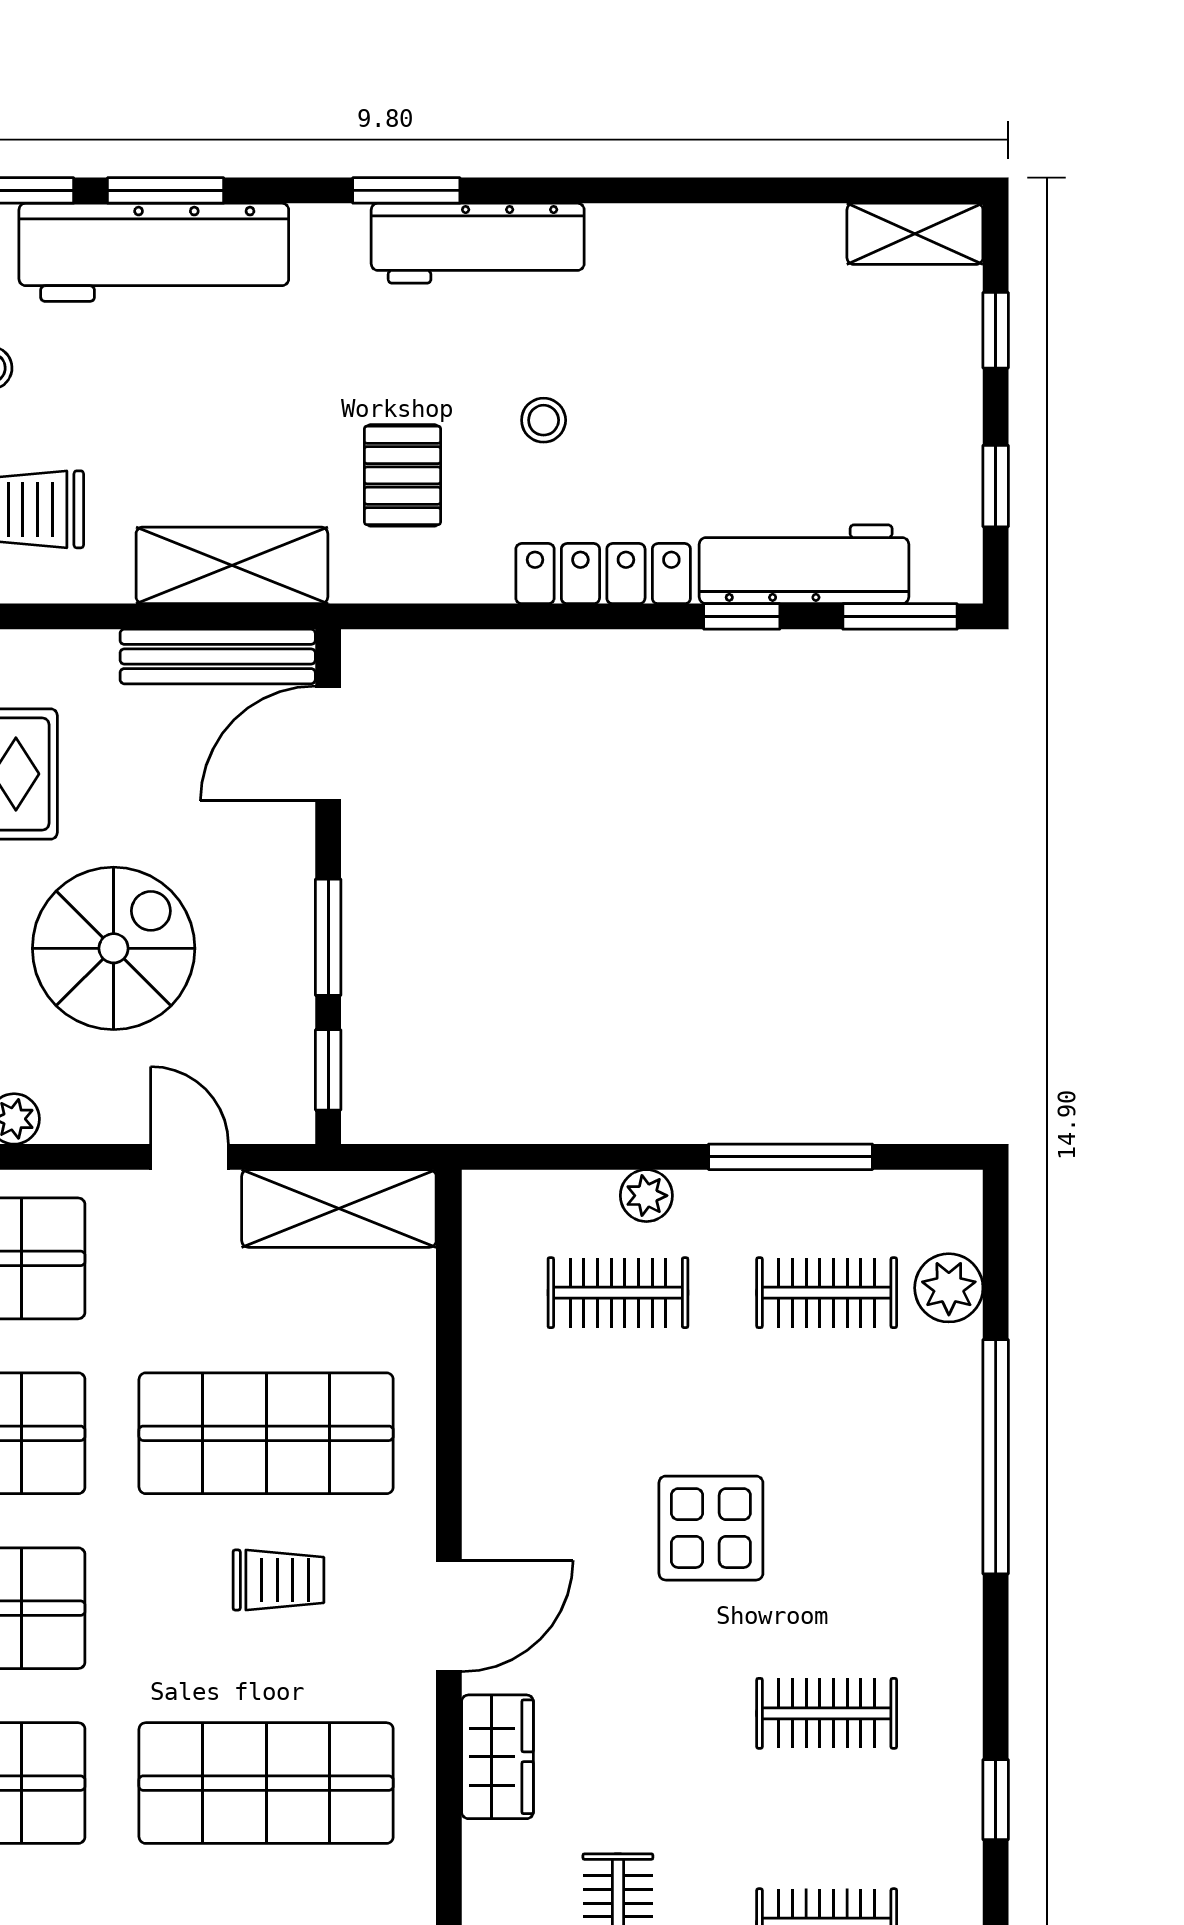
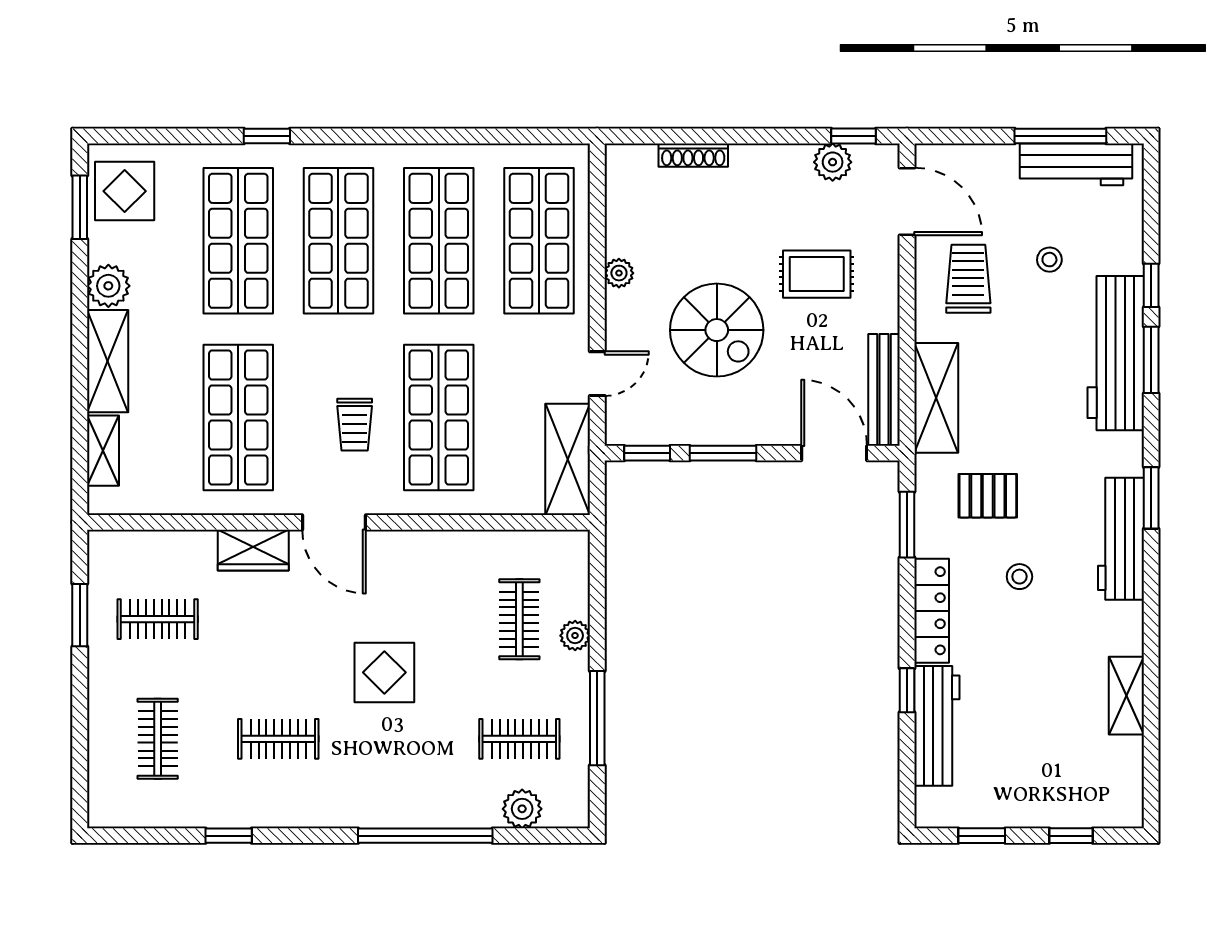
shelving: (915, 234) -> (1126, 696), moved
window: (900, 616) -> (907, 525), moved
clothes rail: (827, 1293) -> (519, 739), turned 90
clothes rail: (827, 1713) -> (278, 739), turned 90

